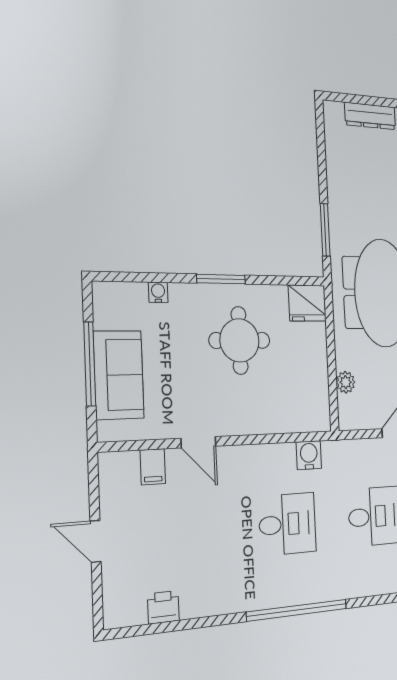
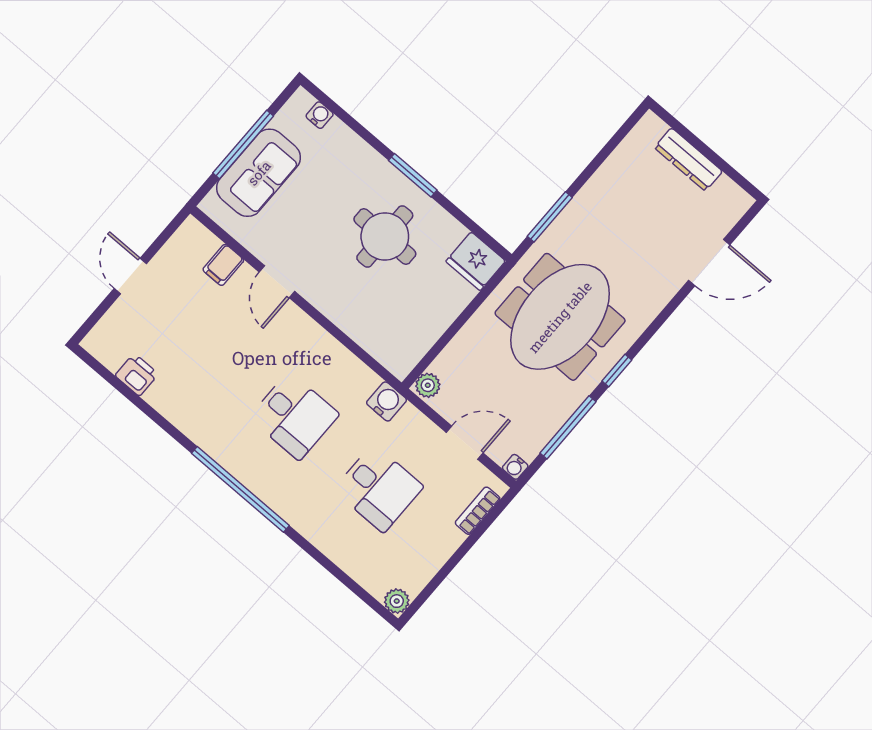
water cooler: (158, 292) -> (320, 115), moved
plant: (346, 382) -> (428, 385), moved
water cooler: (309, 455) -> (387, 401), moved

